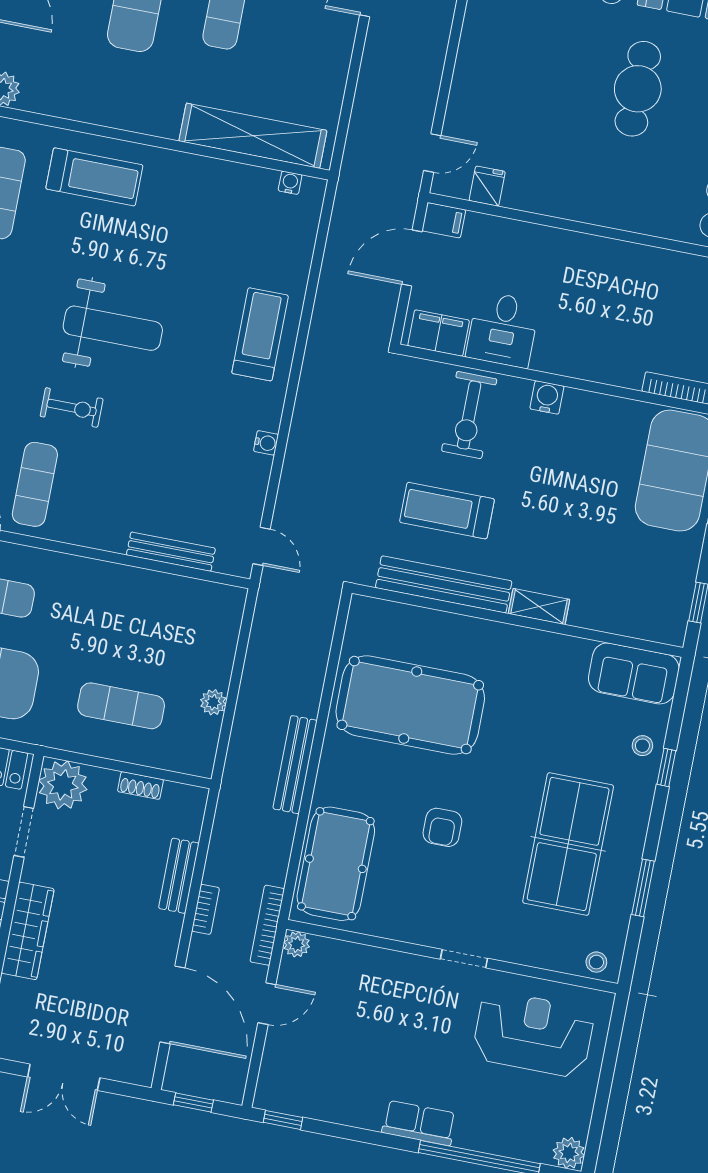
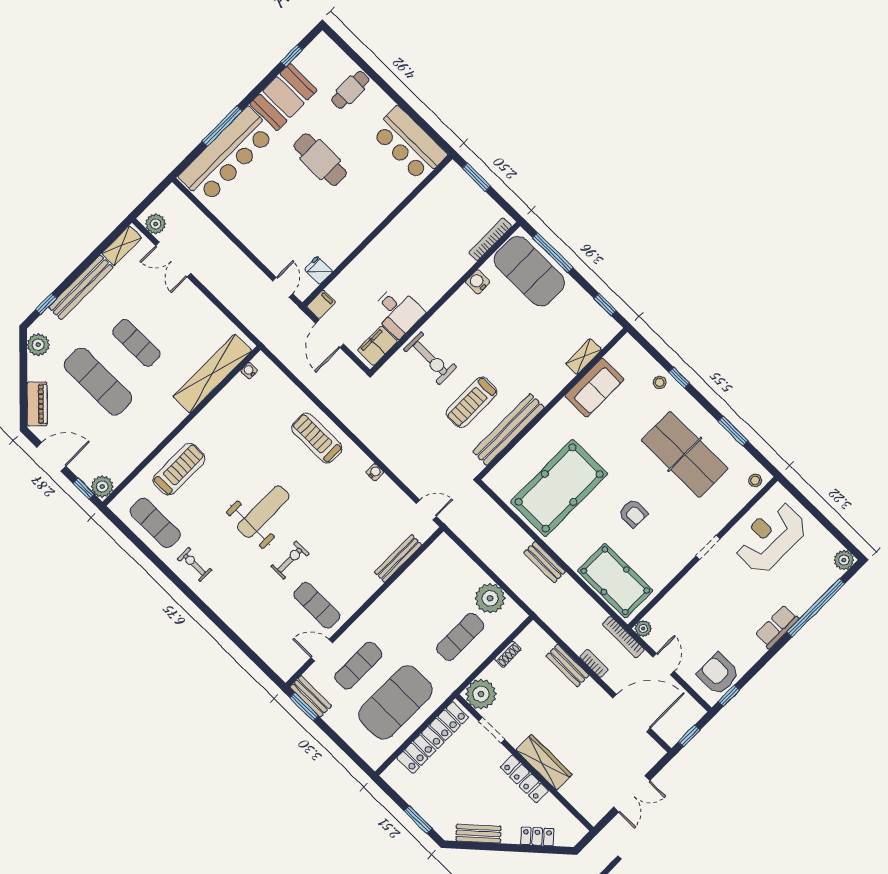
water cooler: (547, 397) -> (478, 282), moved
shelving: (539, 607) -> (584, 357), moved
sofa: (634, 673) -> (594, 388), moved
plant: (213, 702) -> (490, 598), width x1.88, depth x1.88
bench: (295, 765) -> (545, 562), width x0.73
armchair: (303, 1086) -> (718, 674), added

